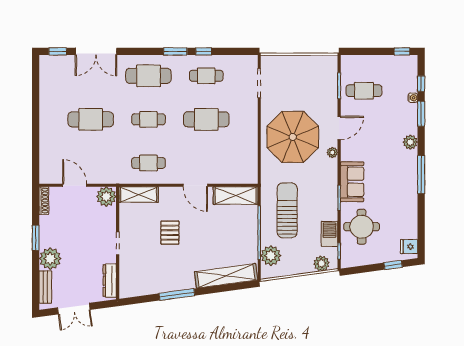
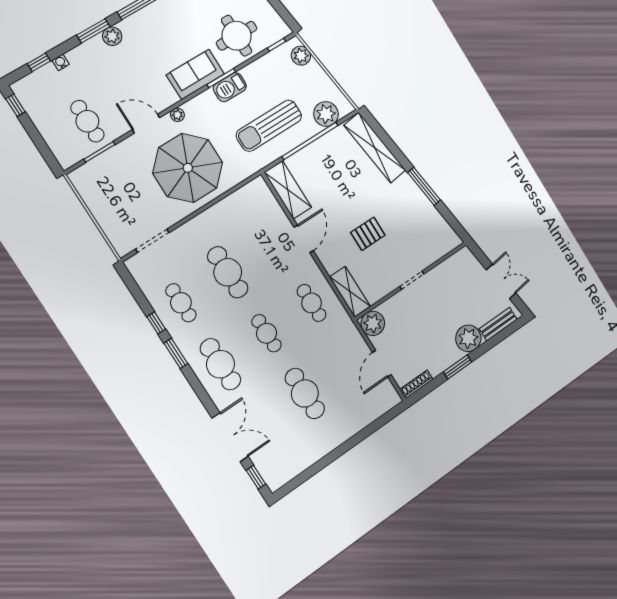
window: (421, 114) -> (93, 31), moved
barbecue: (330, 234) -> (230, 87), moved
dresser: (110, 281) -> (453, 264), removed

